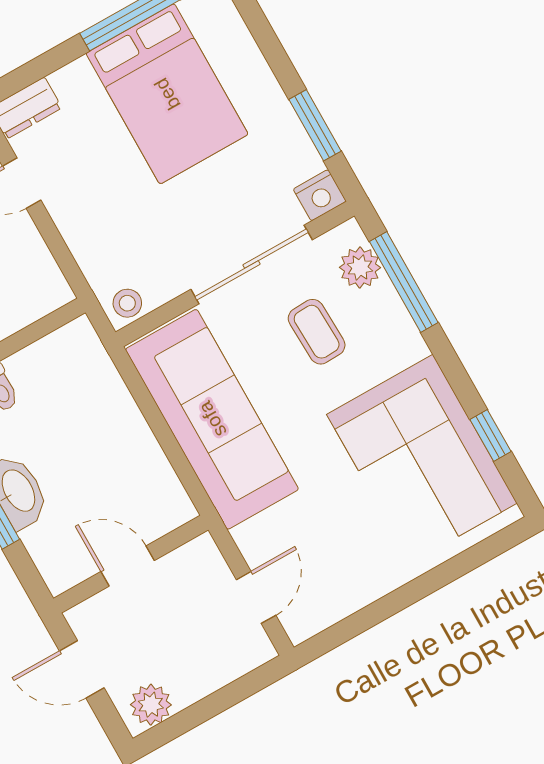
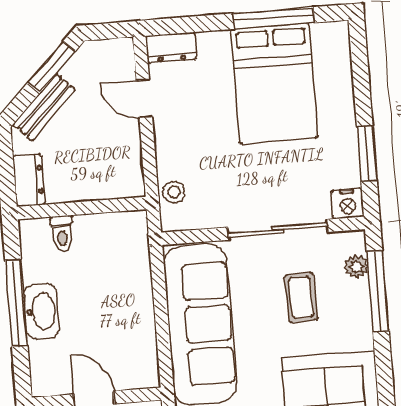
plant: (360, 268) -> (356, 267), width x0.73, depth x0.73
stool: (127, 303) -> (174, 192), moved

